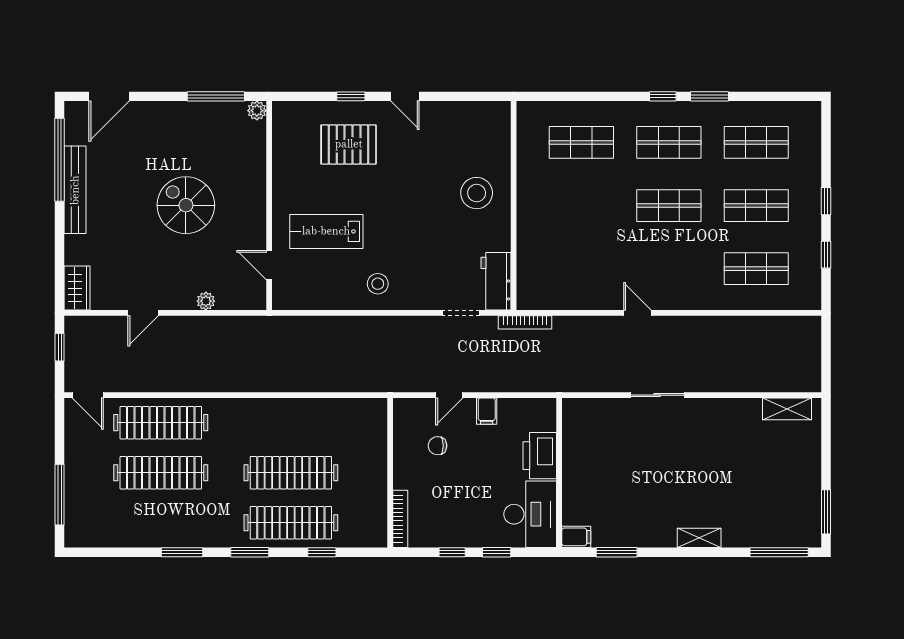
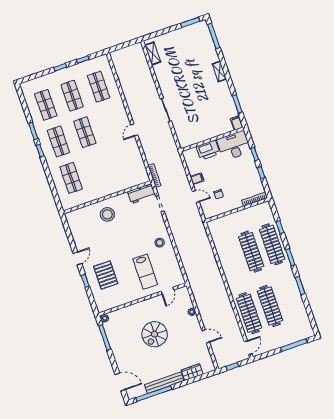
wardrobe: (77, 288) -> (192, 372), moved

